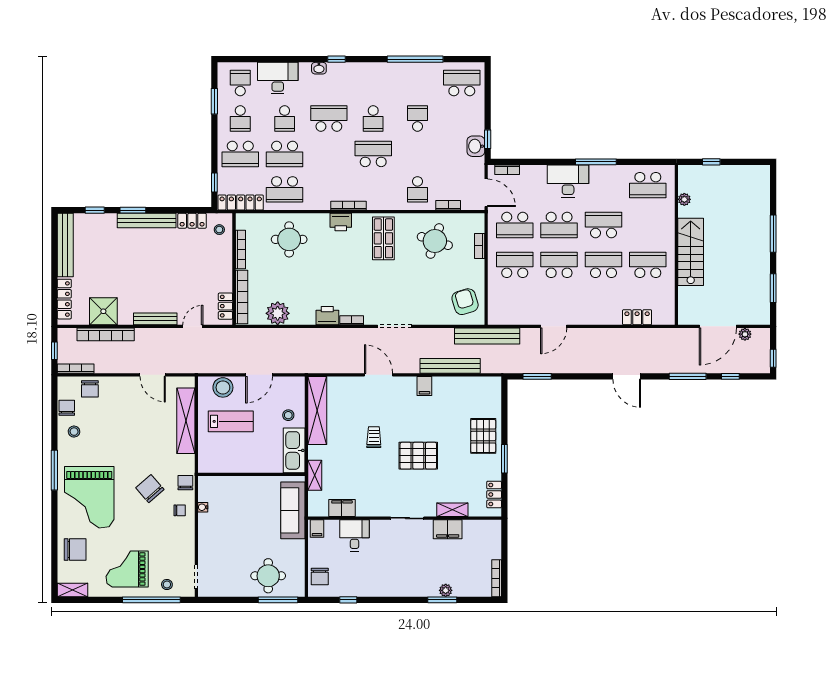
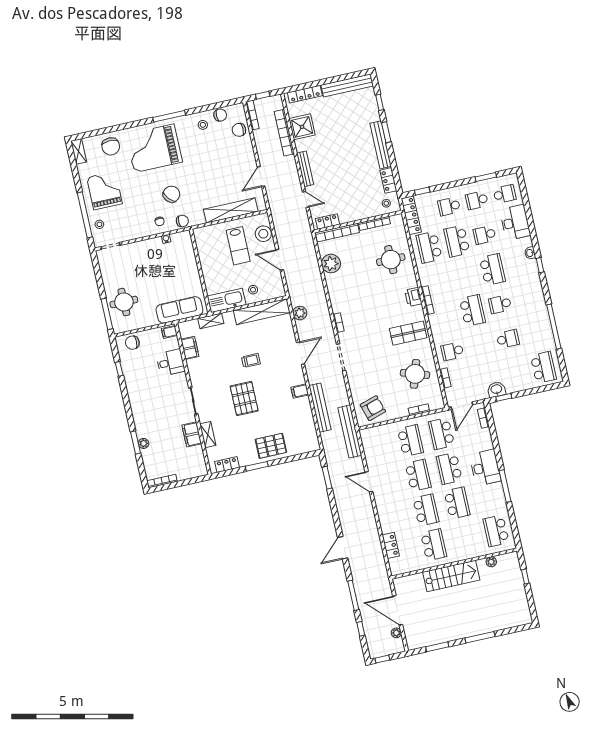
school desk: (240, 154) -> (449, 206), width x0.54
printer: (327, 316) -> (338, 303), removed
plant: (329, 365) -> (300, 313), added

